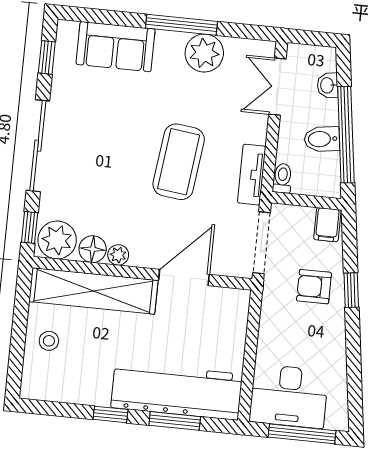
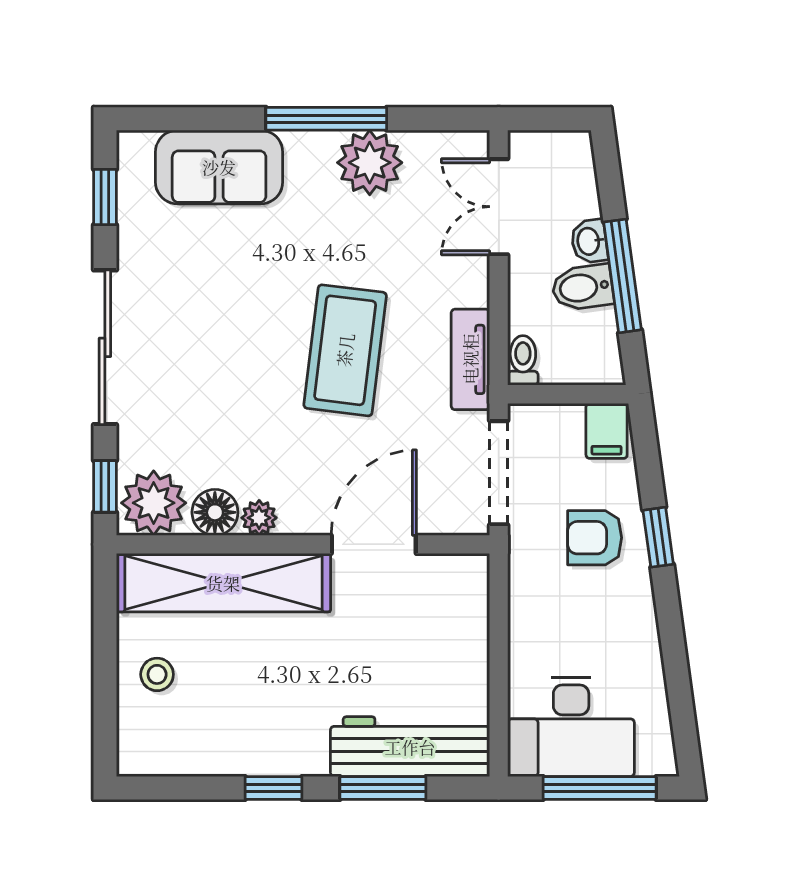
washbasin: (328, 85) -> (589, 241), moved
window: (346, 135) -> (622, 276), width x0.68
workbench: (177, 391) -> (410, 747), width x0.73, depth x0.76

